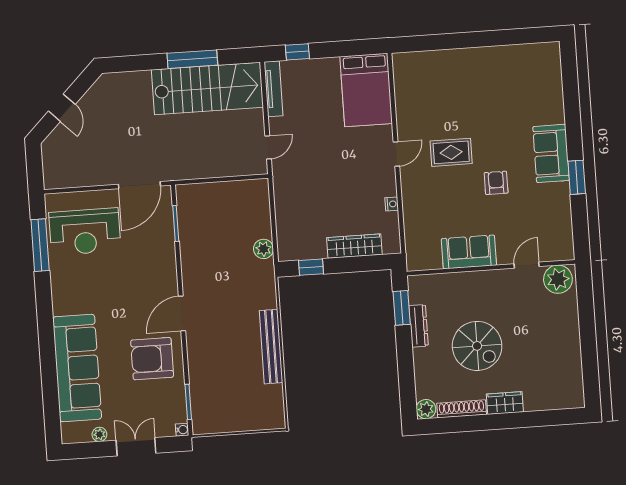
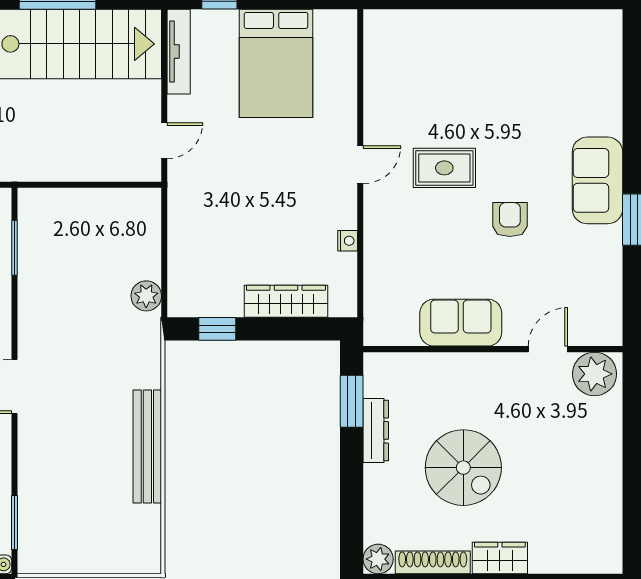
bed: (366, 90) -> (276, 63), moved

